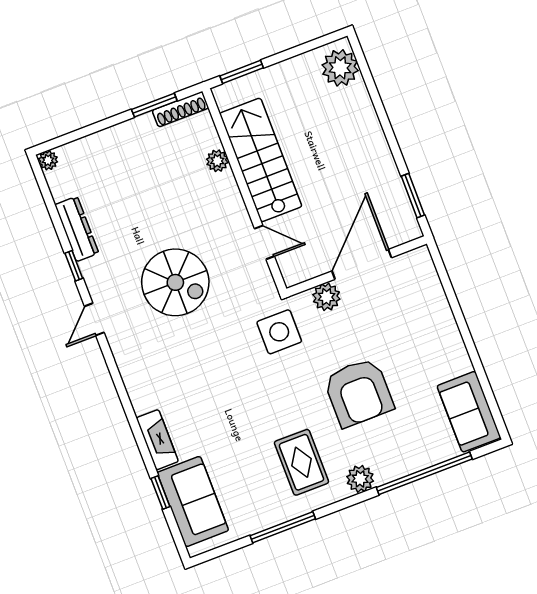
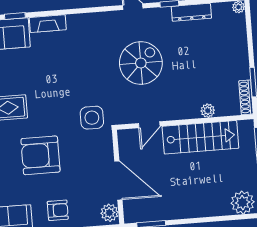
spiral stairs: (175, 282) -> (141, 63), turned 180
plant: (326, 297) -> (109, 213), moved
armchair: (433, 342) -> (58, 210), added

